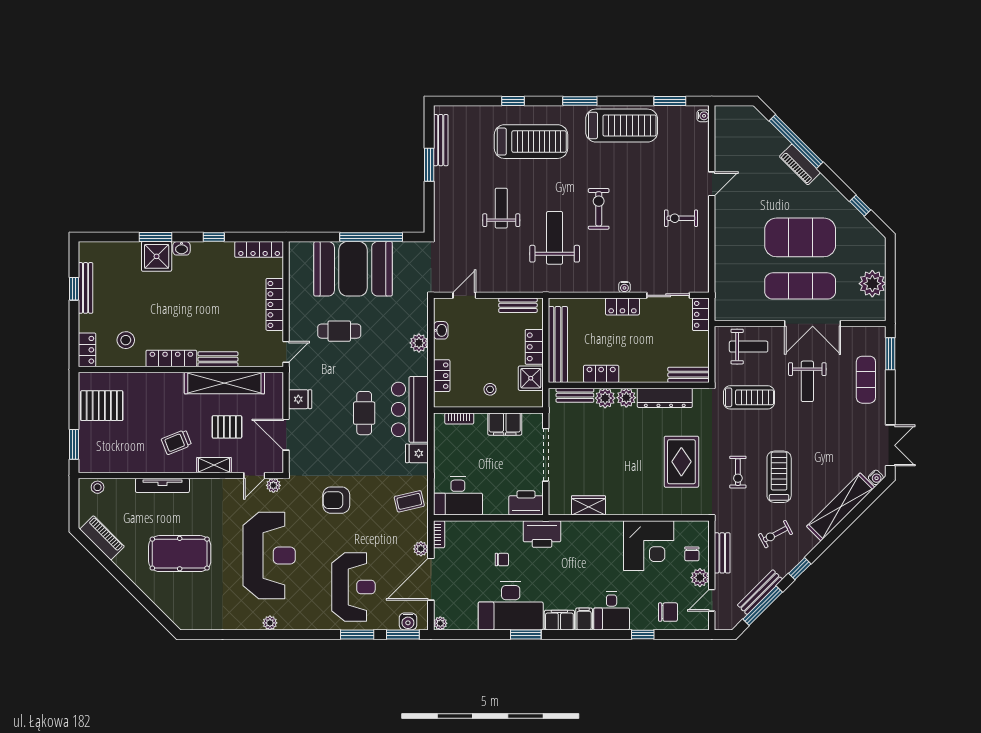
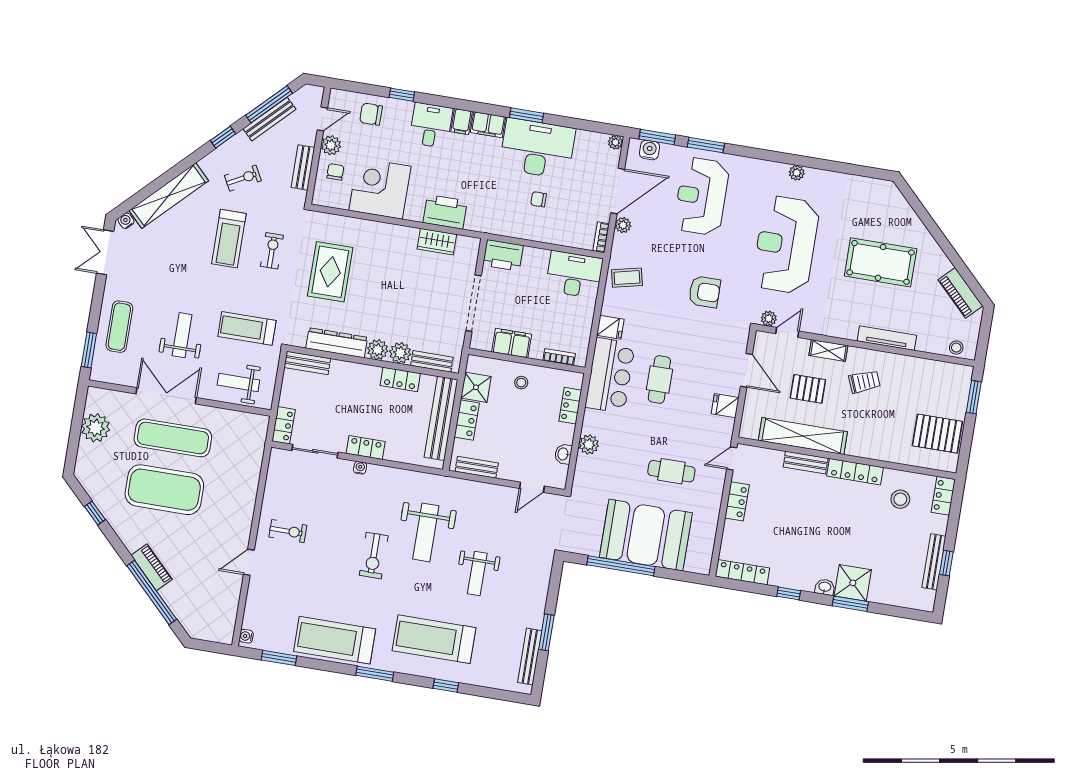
locker: (275, 304) -> (737, 501), width x0.66
printer: (542, 534) -> (445, 212), moved

